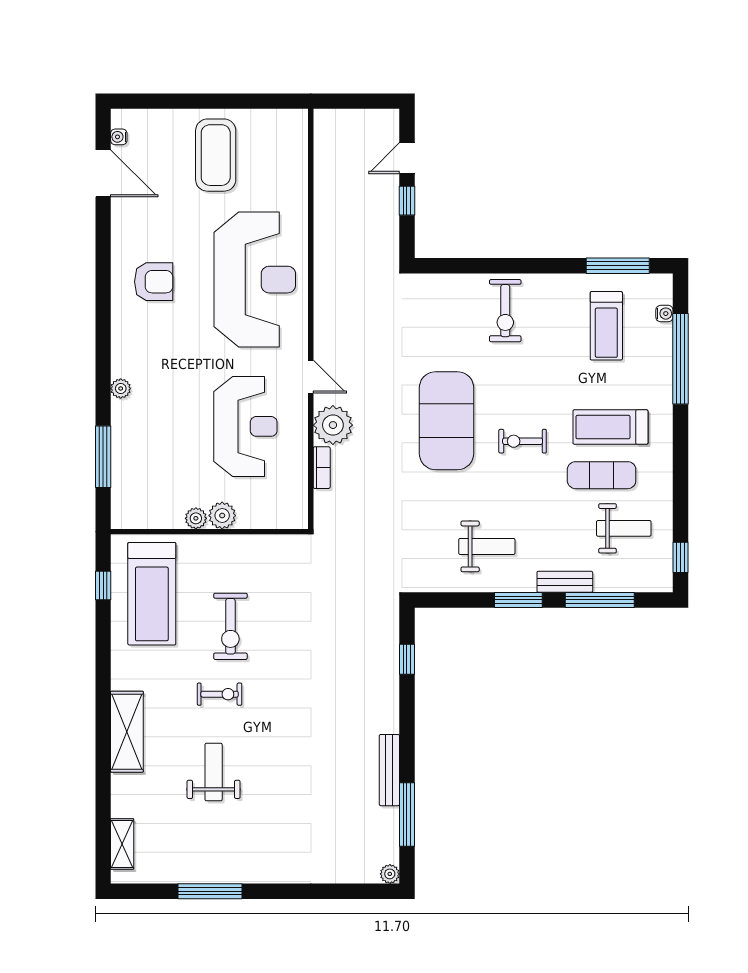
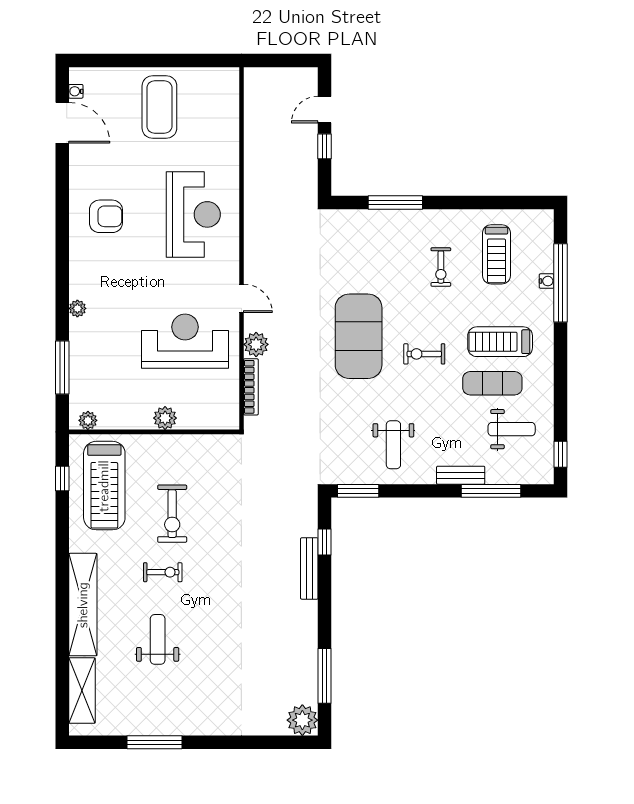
window: (618, 266) -> (395, 202), moved
reception desk: (255, 280) -> (193, 214), width x0.74, depth x0.77
exercise bike: (505, 311) -> (441, 267), moved, width x0.73, depth x0.72
water cooler: (664, 314) -> (547, 281), moved
plant: (333, 425) -> (256, 344), width x0.73, depth x0.73
reception desk: (245, 426) -> (185, 341), turned -90
bookcase: (322, 468) -> (251, 387), width x1.56
plant: (196, 518) -> (88, 420), moved
weight bench: (487, 546) -> (393, 445), turned 90
window: (518, 600) -> (358, 491), moved
shelving: (127, 732) -> (83, 605), width x1.47
bench: (389, 770) -> (309, 568), moved
shelving: (122, 844) -> (82, 691), width x1.50, depth x1.33
plant: (390, 874) -> (302, 720), width x1.88, depth x1.88

